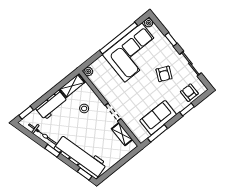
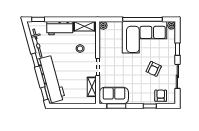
sofa: (158, 118) -> (114, 96), moved

